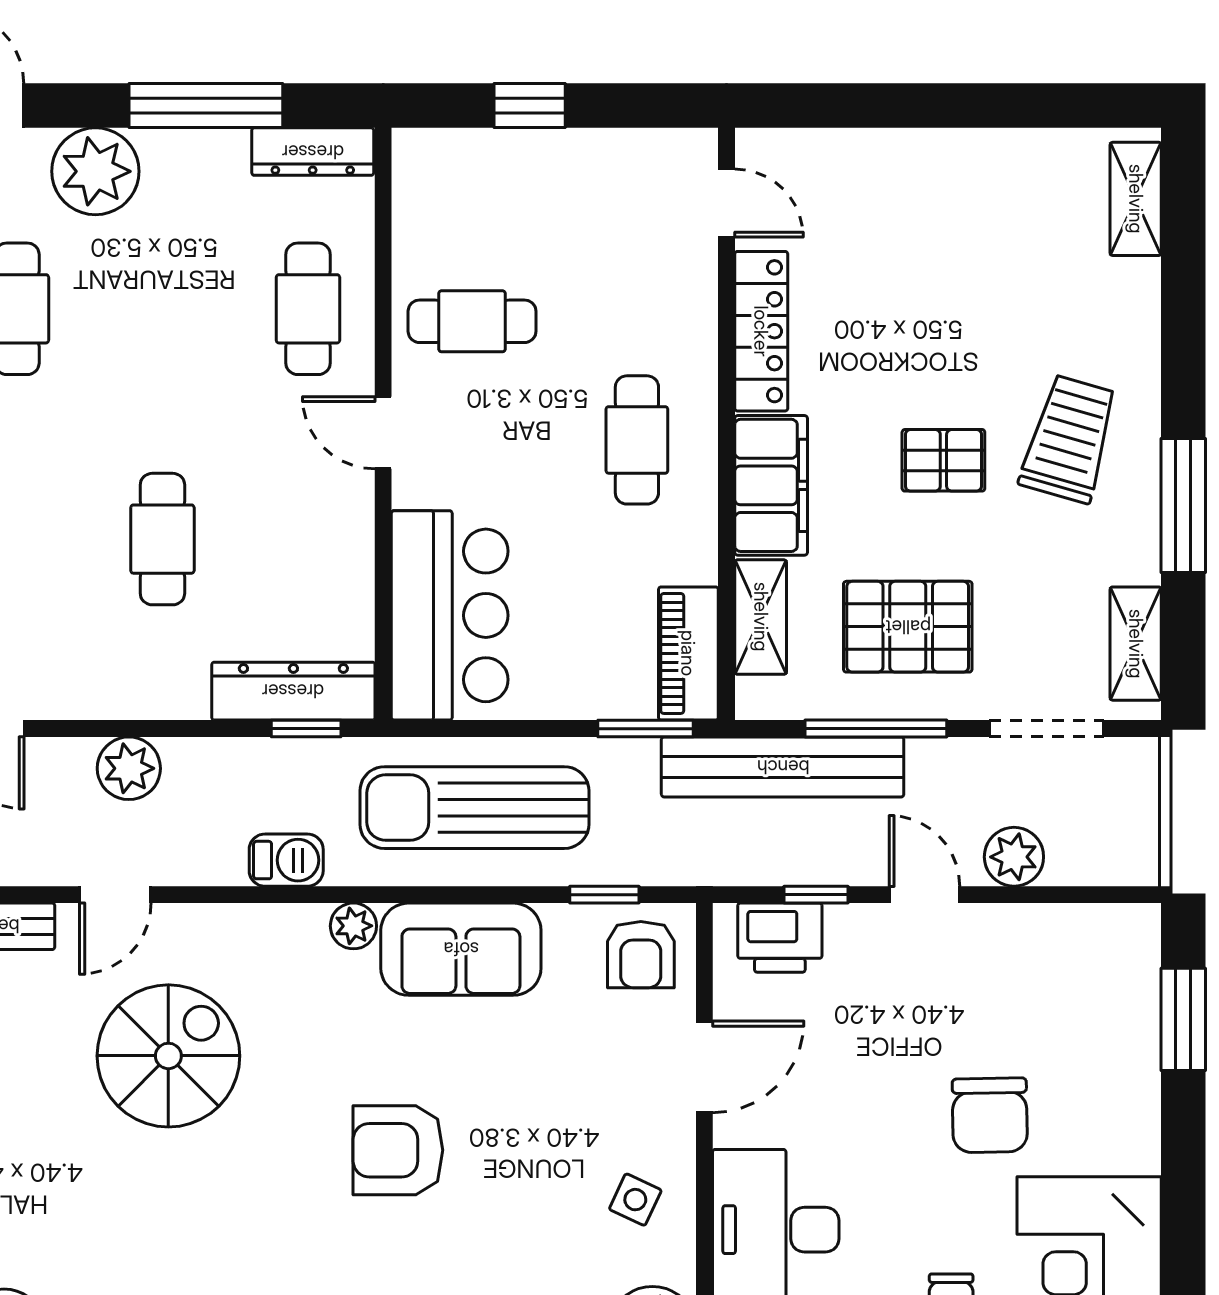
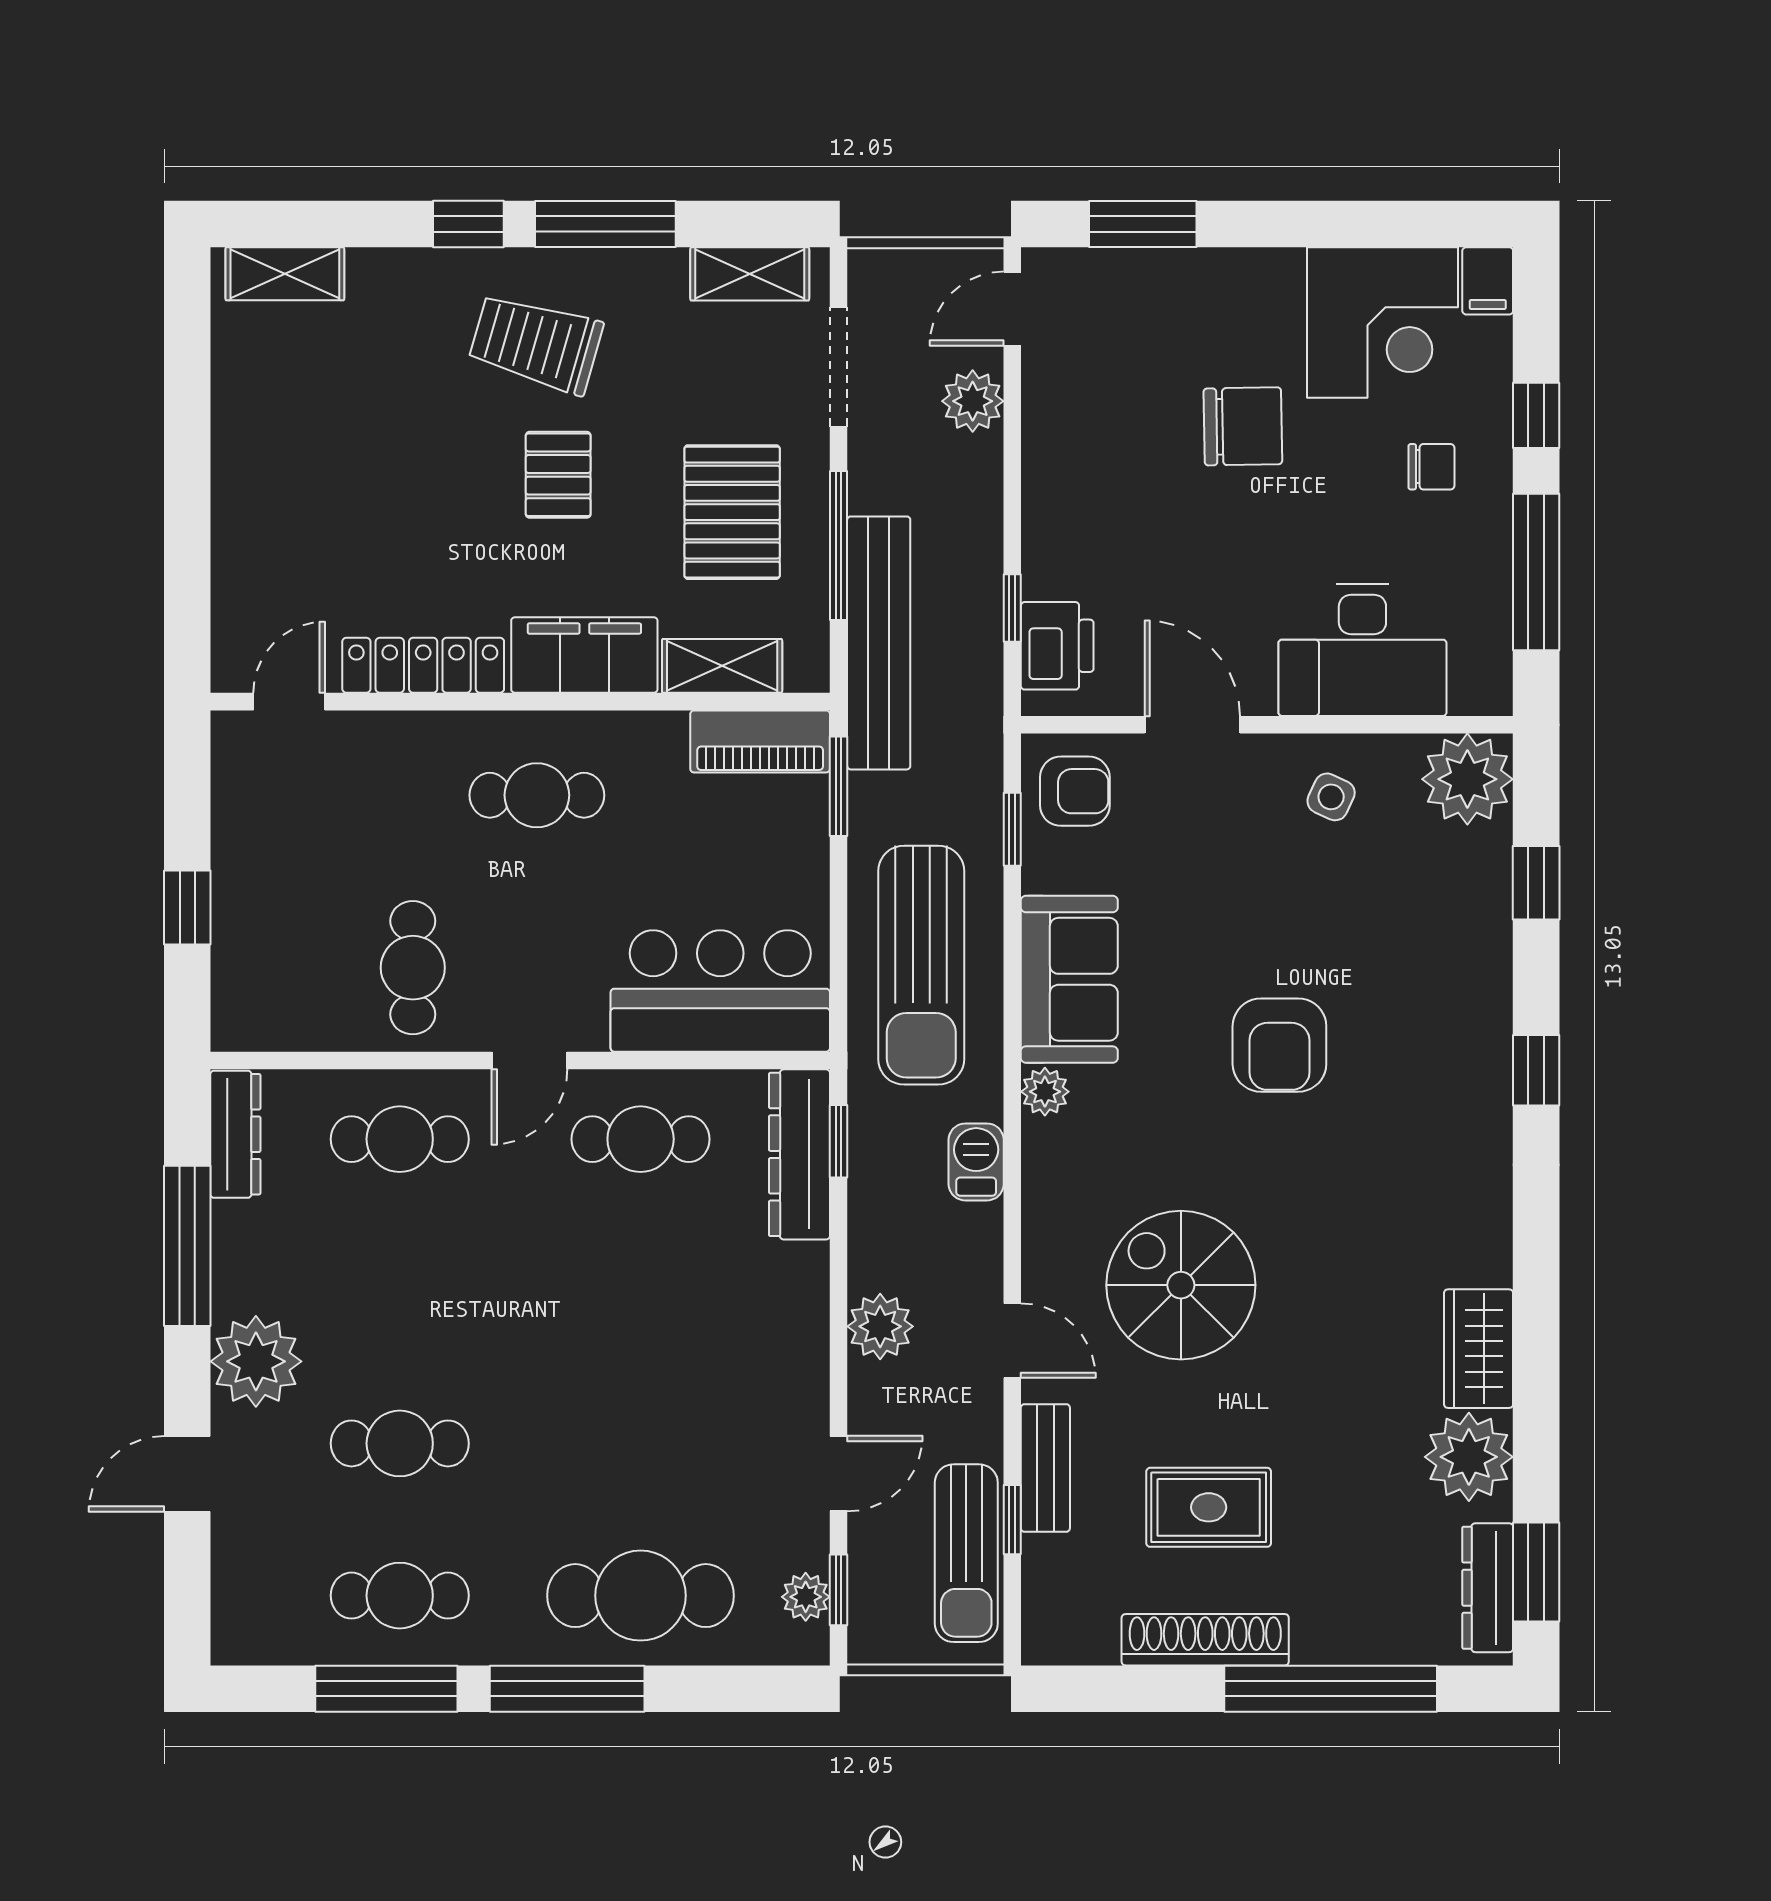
window: (1183, 375) -> (468, 224), added
cafe table: (162, 539) -> (641, 1139), moved
door: (924, 895) -> (1012, 309), moved

